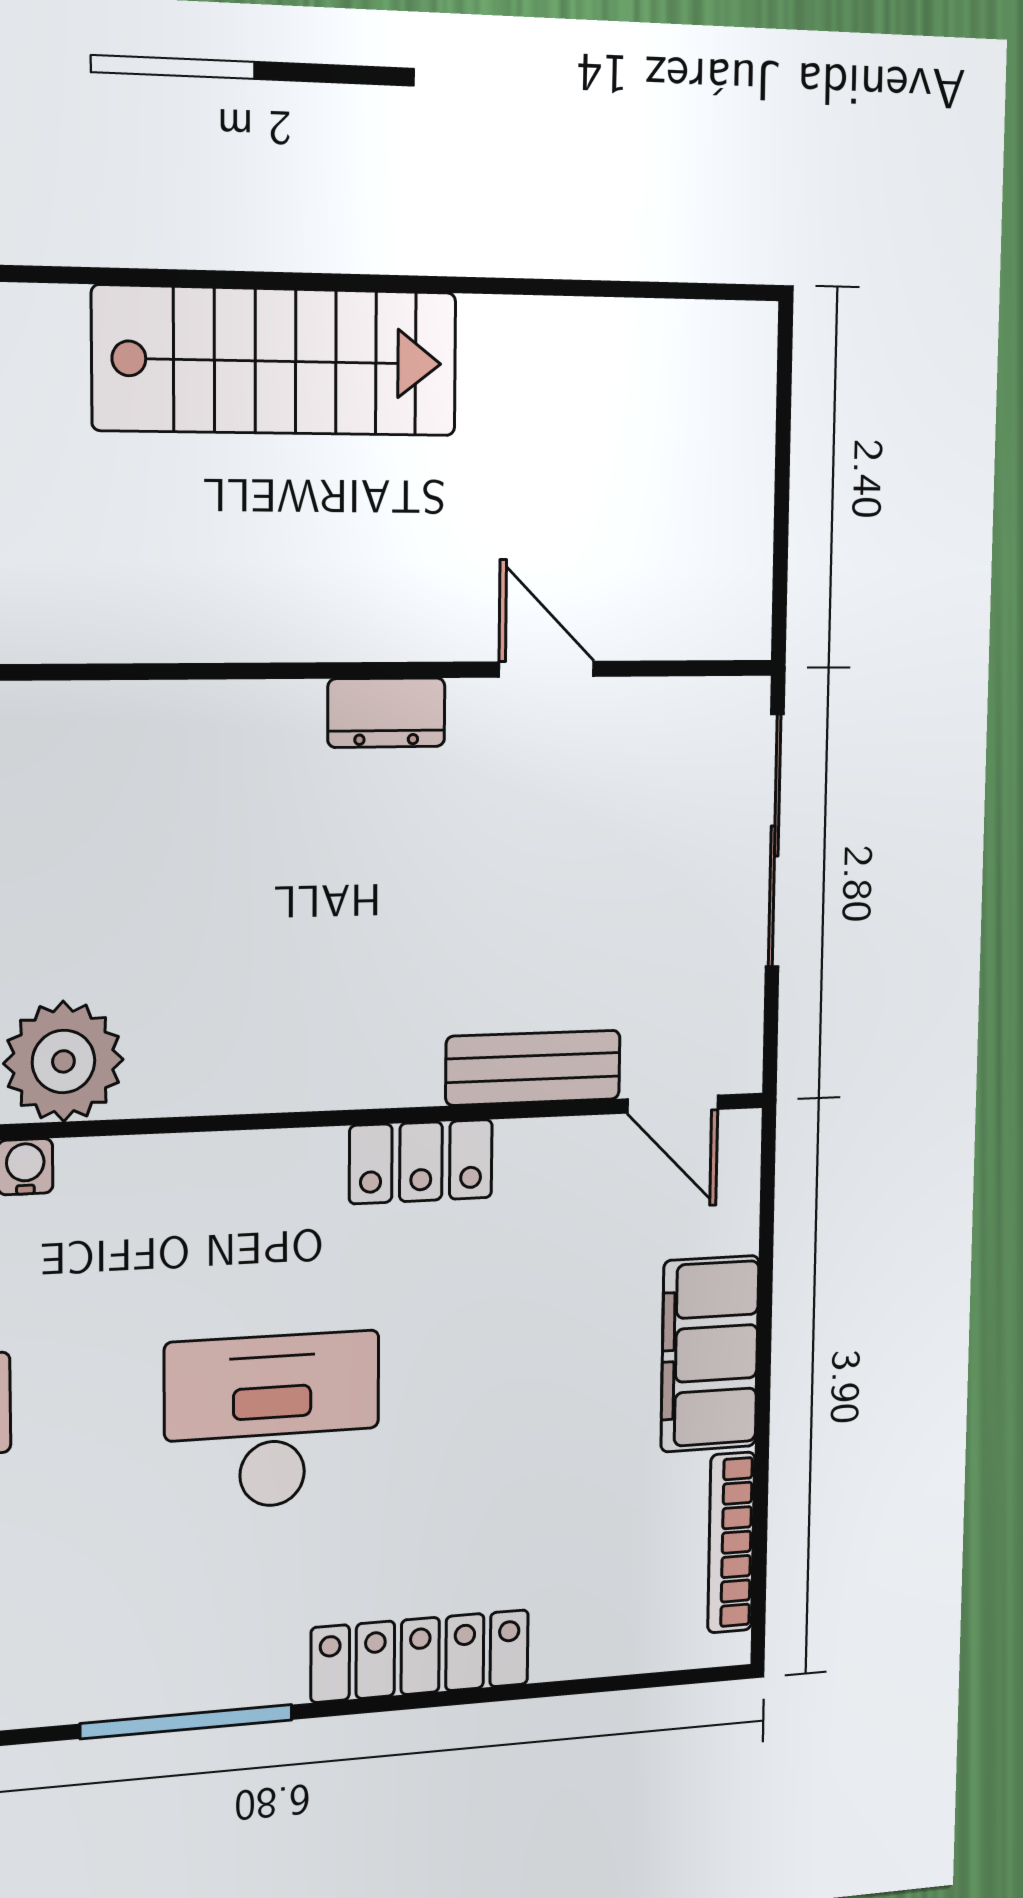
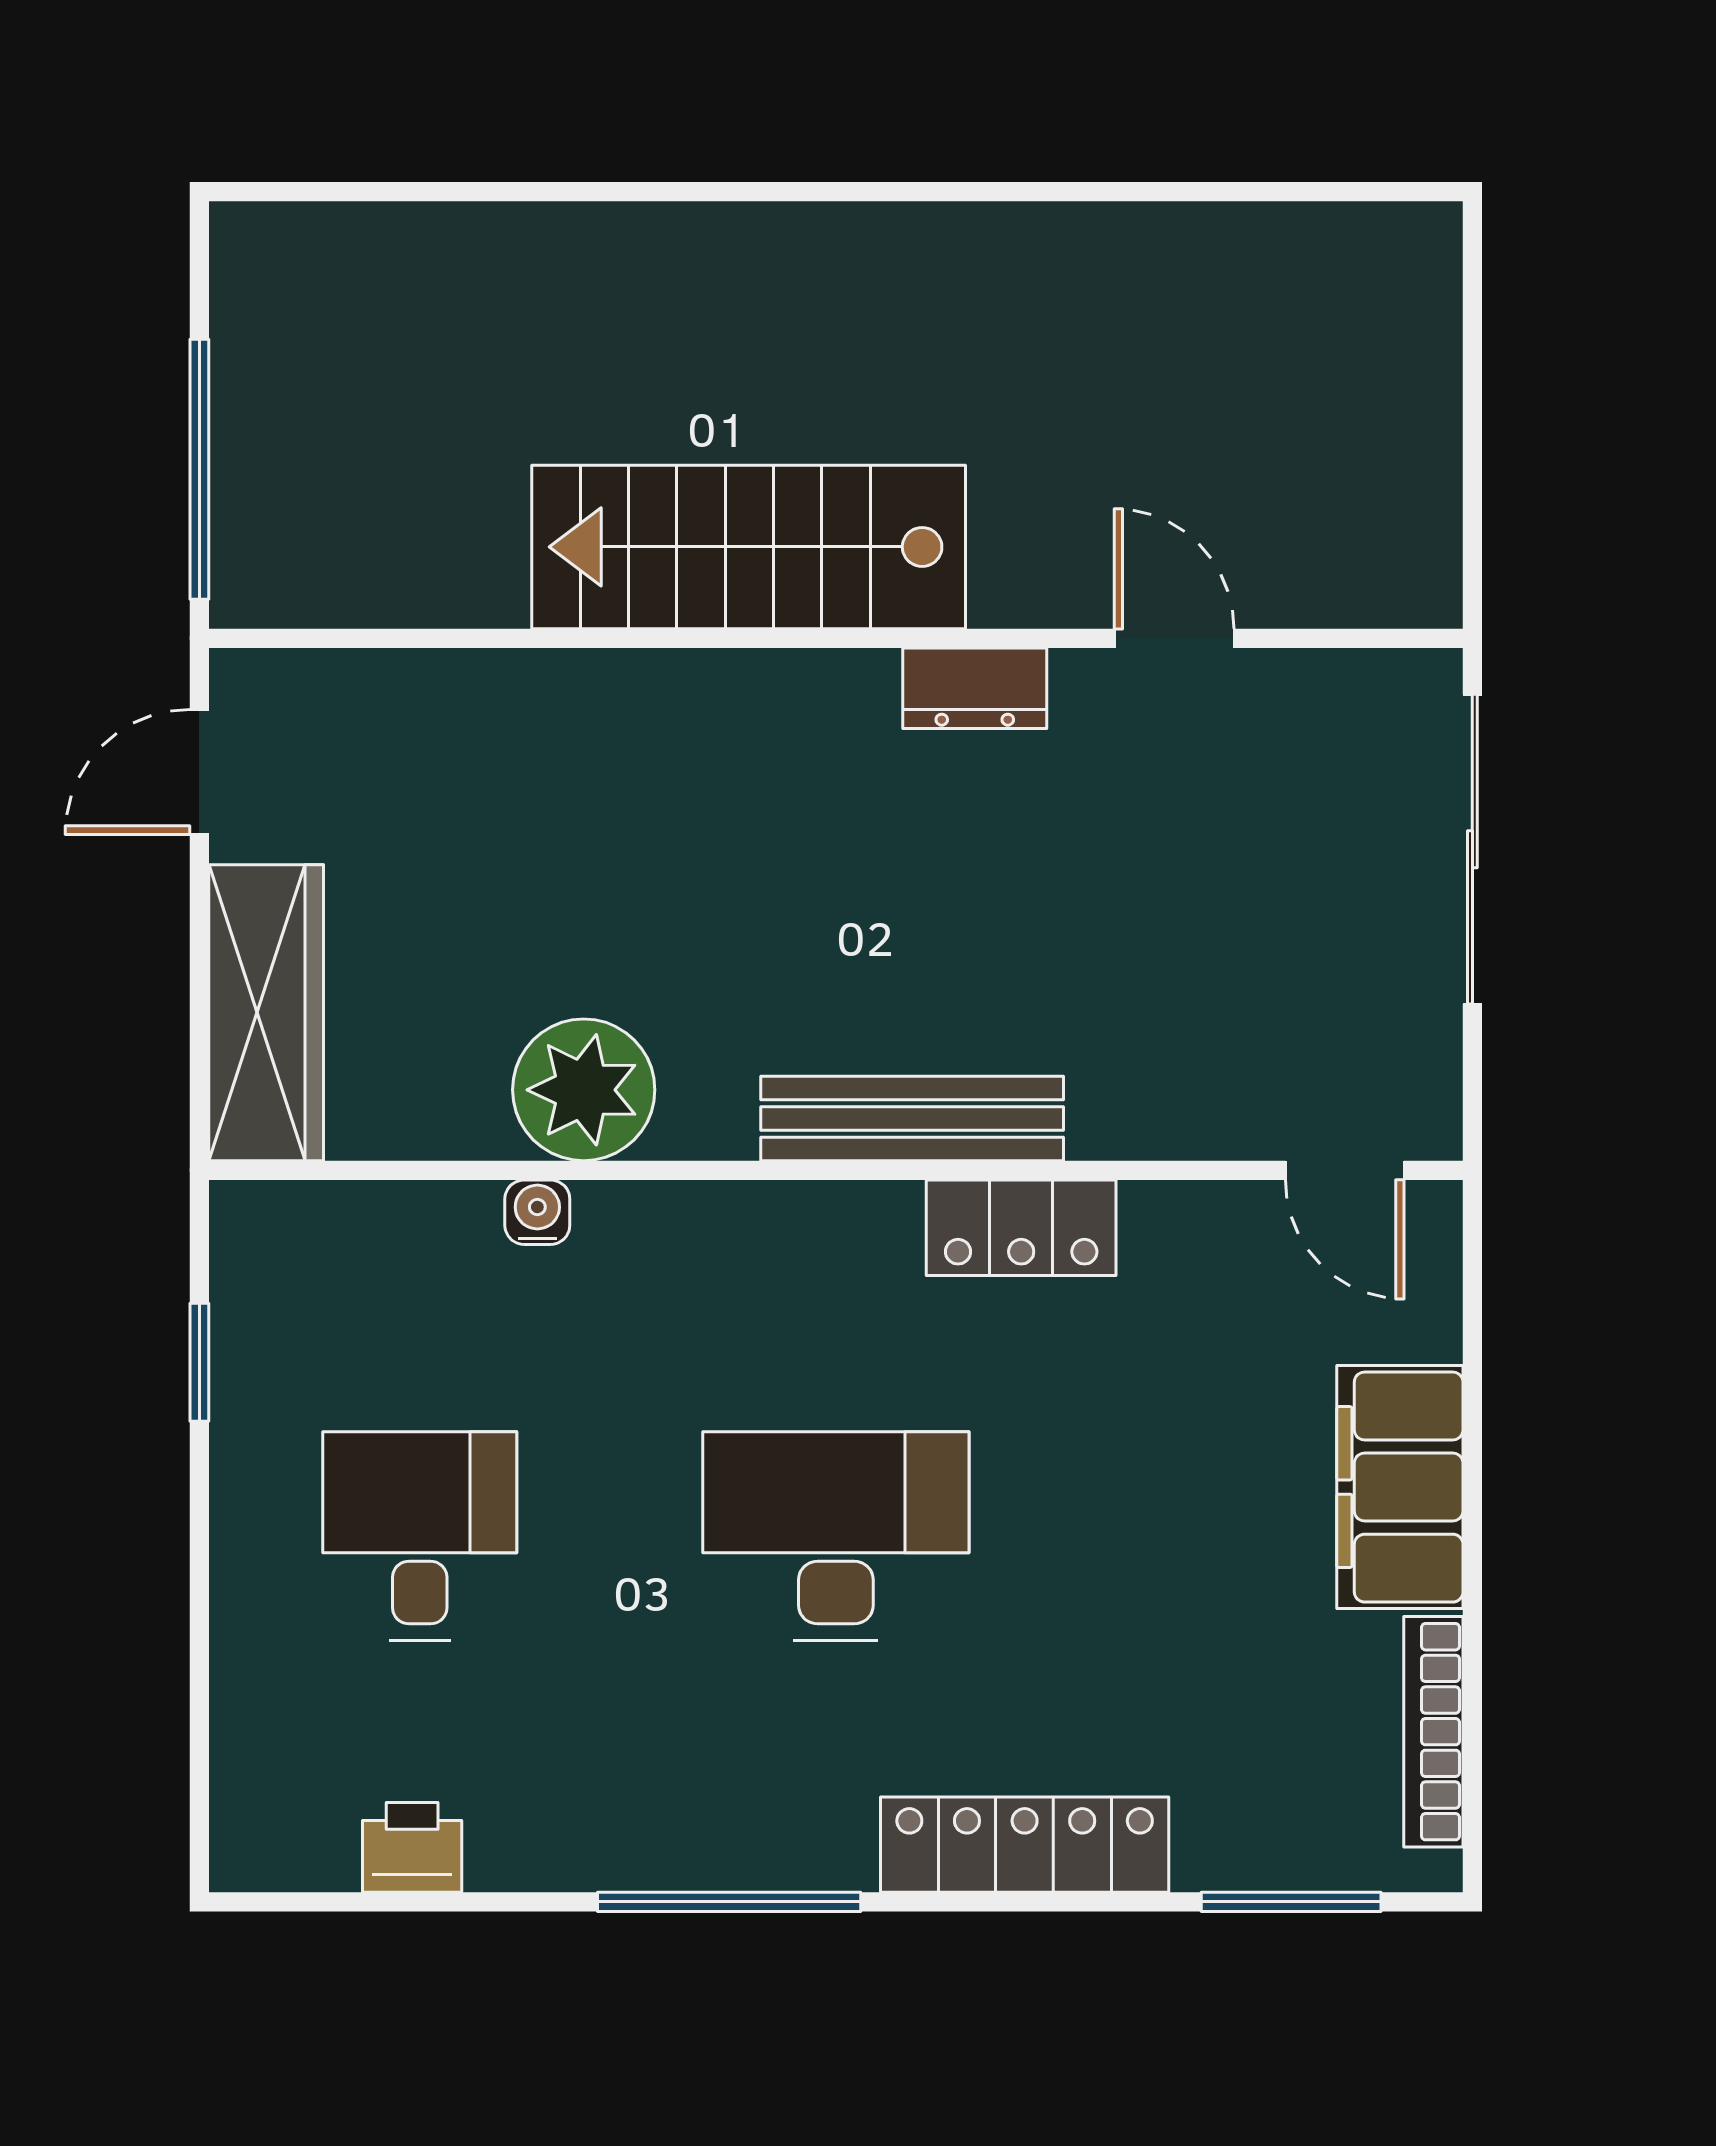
stairs: (276, 361) -> (749, 547), moved, turned 180
bench: (533, 1068) -> (912, 1118), moved, width x1.36
window: (623, 1683) -> (1291, 1902), added

